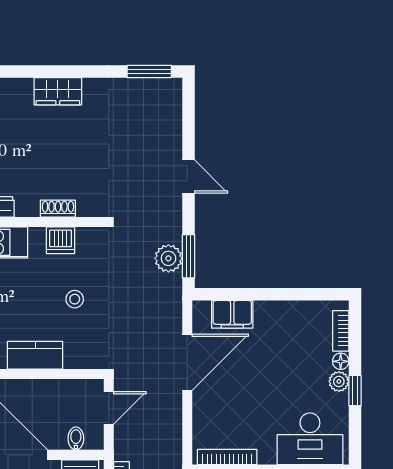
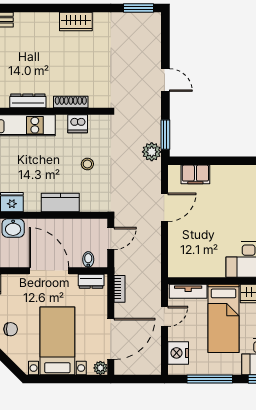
shoe rack: (58, 209) -> (71, 102), width x1.43
plant: (168, 258) -> (152, 152), moved
door: (187, 362) -> (164, 207), width x0.73
bookcase: (227, 457) -> (192, 272), removed

